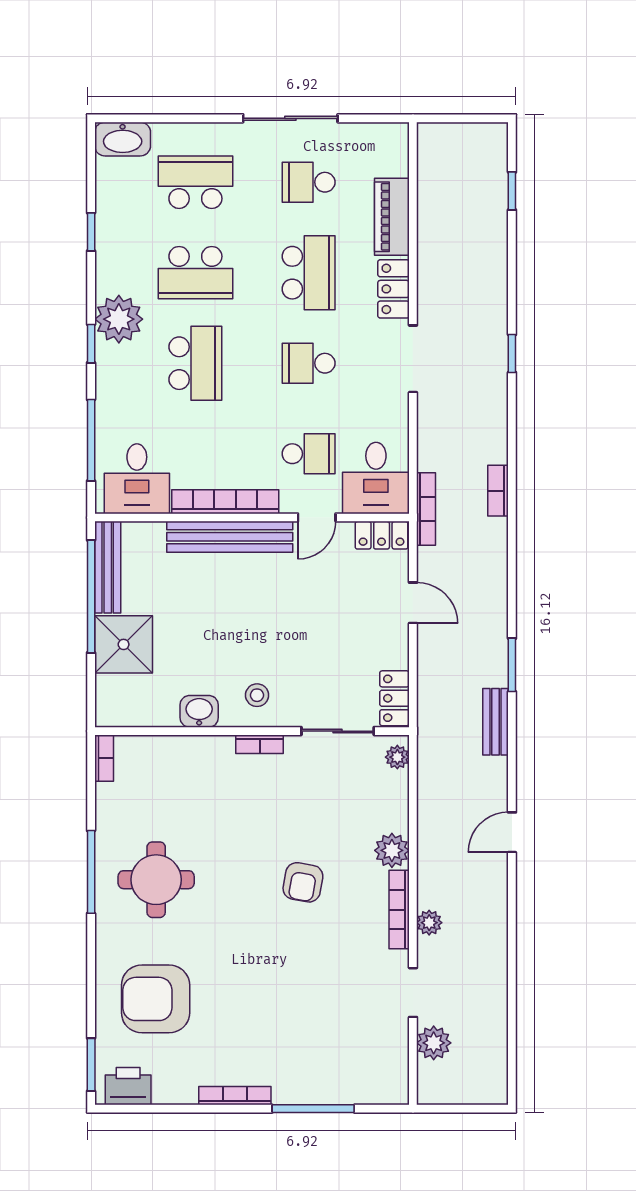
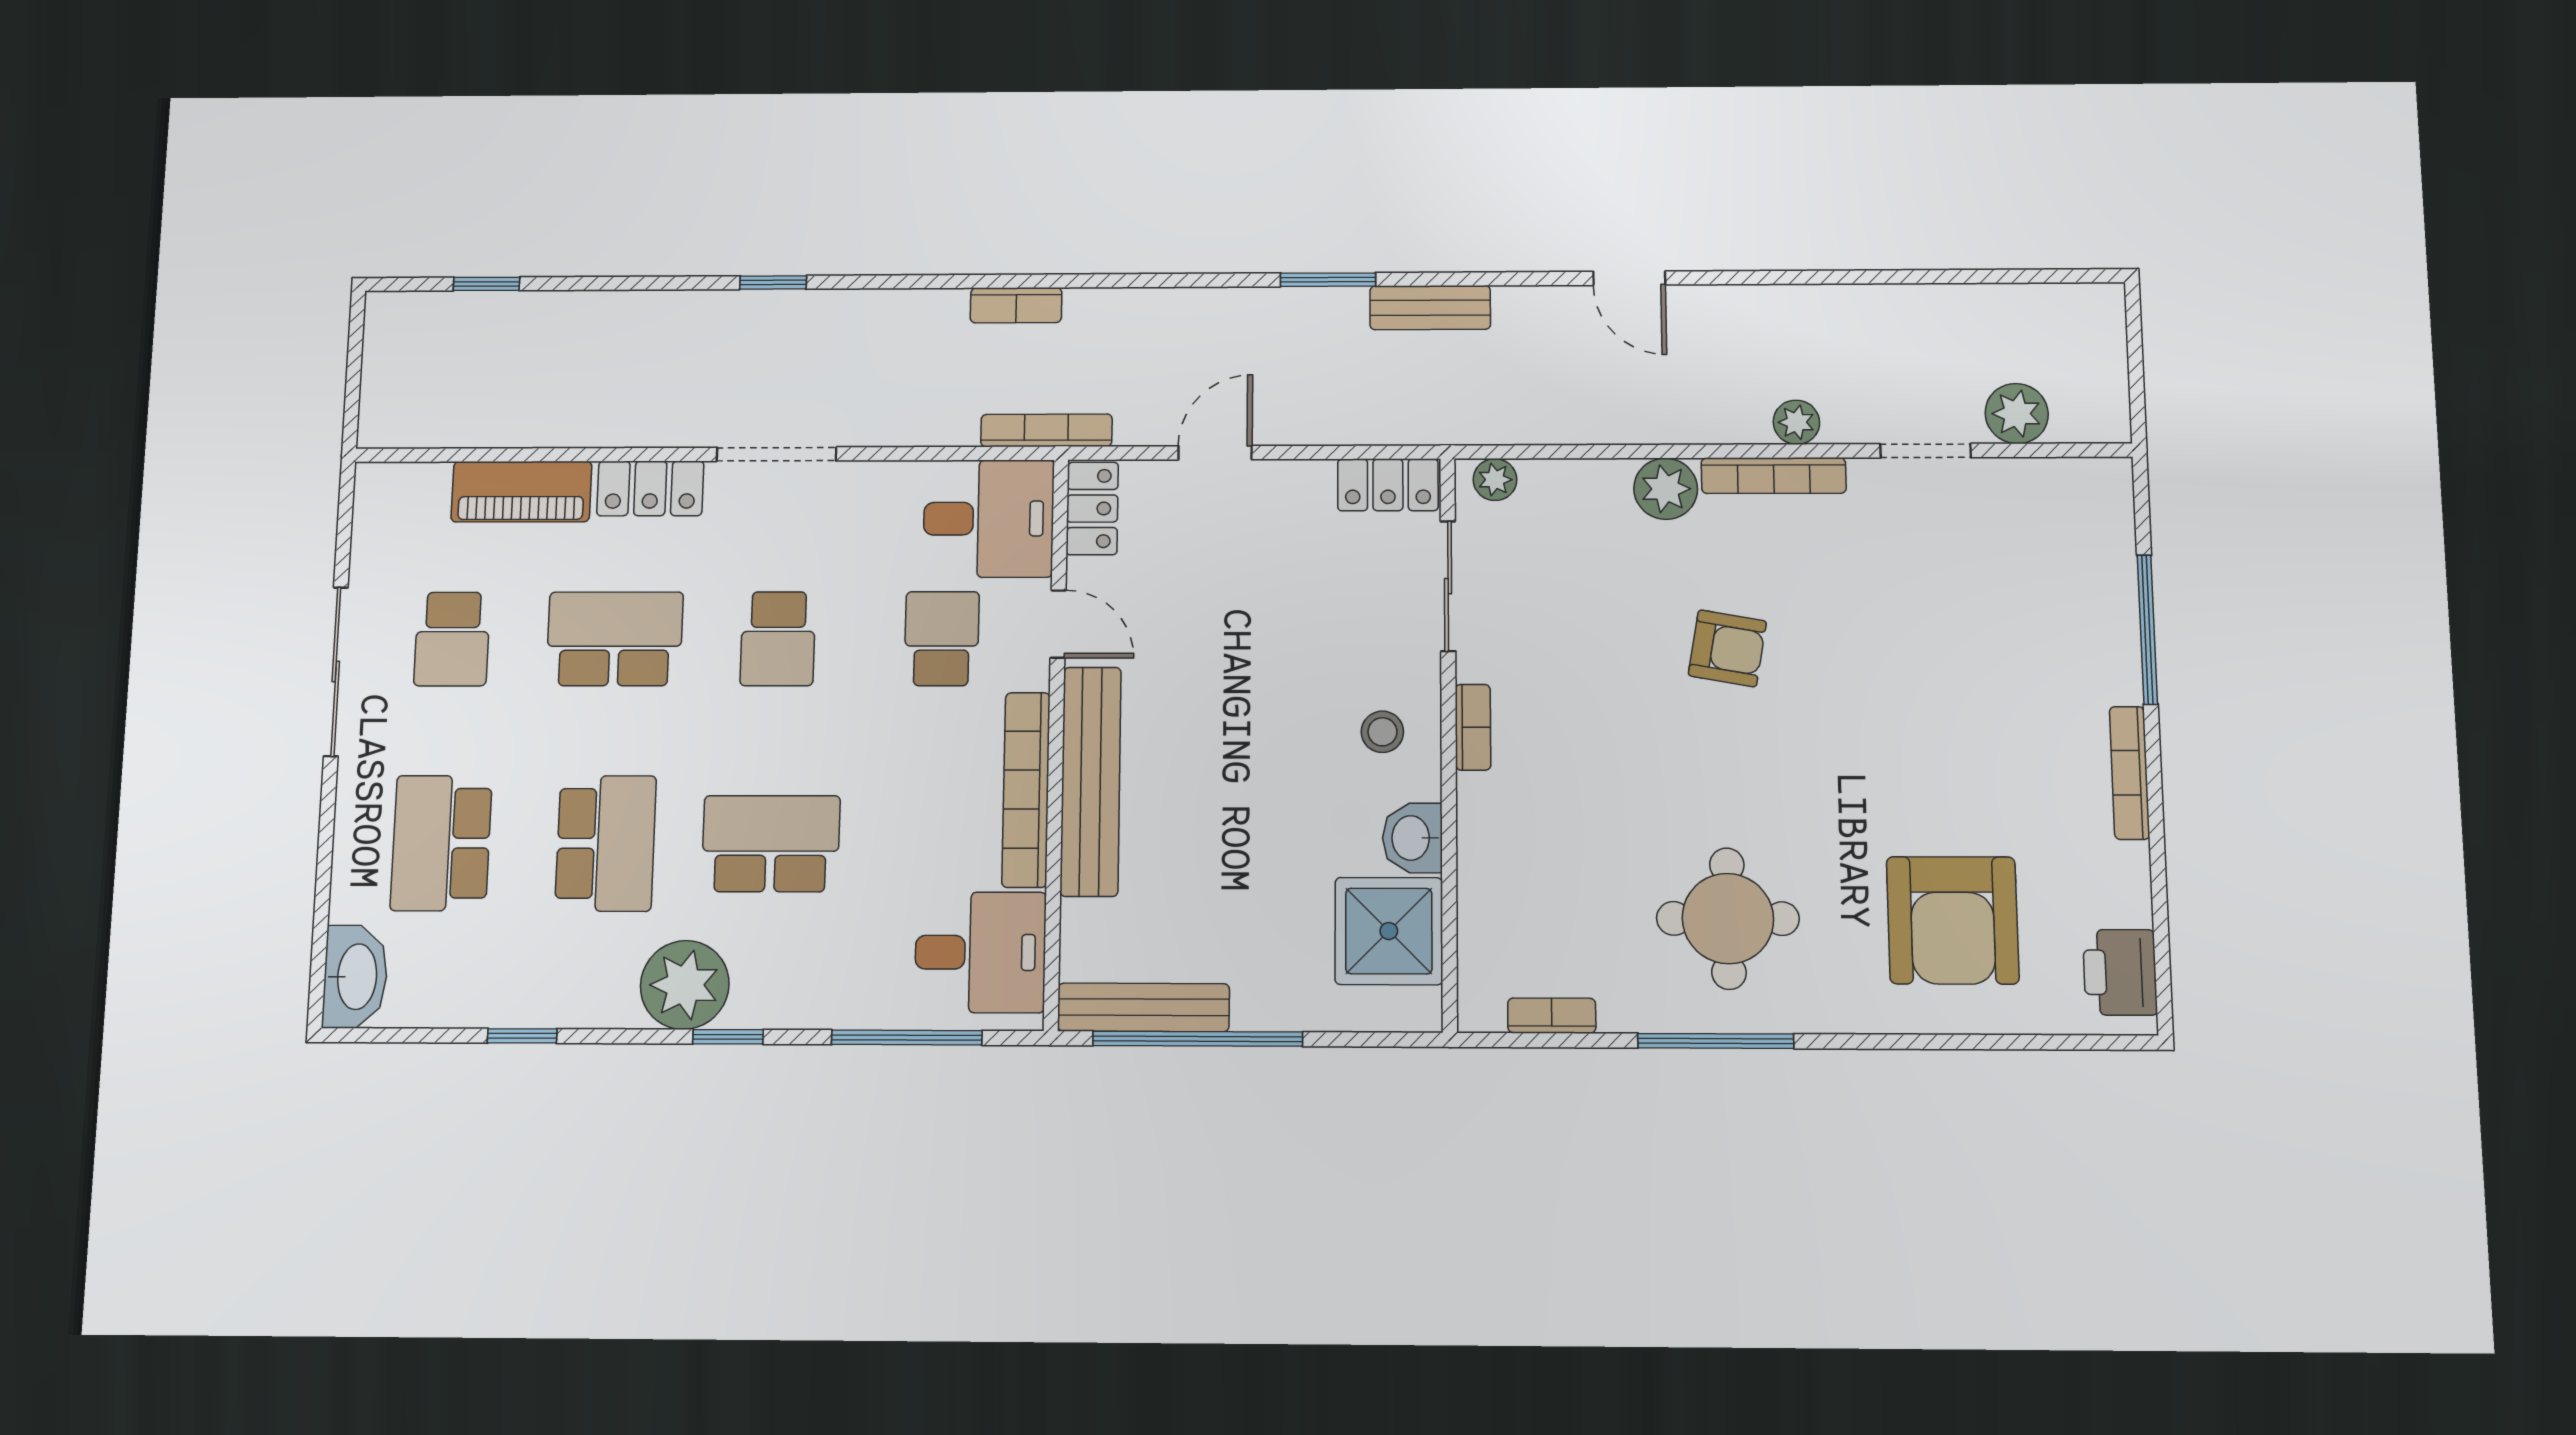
shower: (124, 644) -> (1389, 931), moved
bookcase: (104, 758) -> (1552, 1016), moved
window: (91, 1065) -> (2082, 1042), removed

